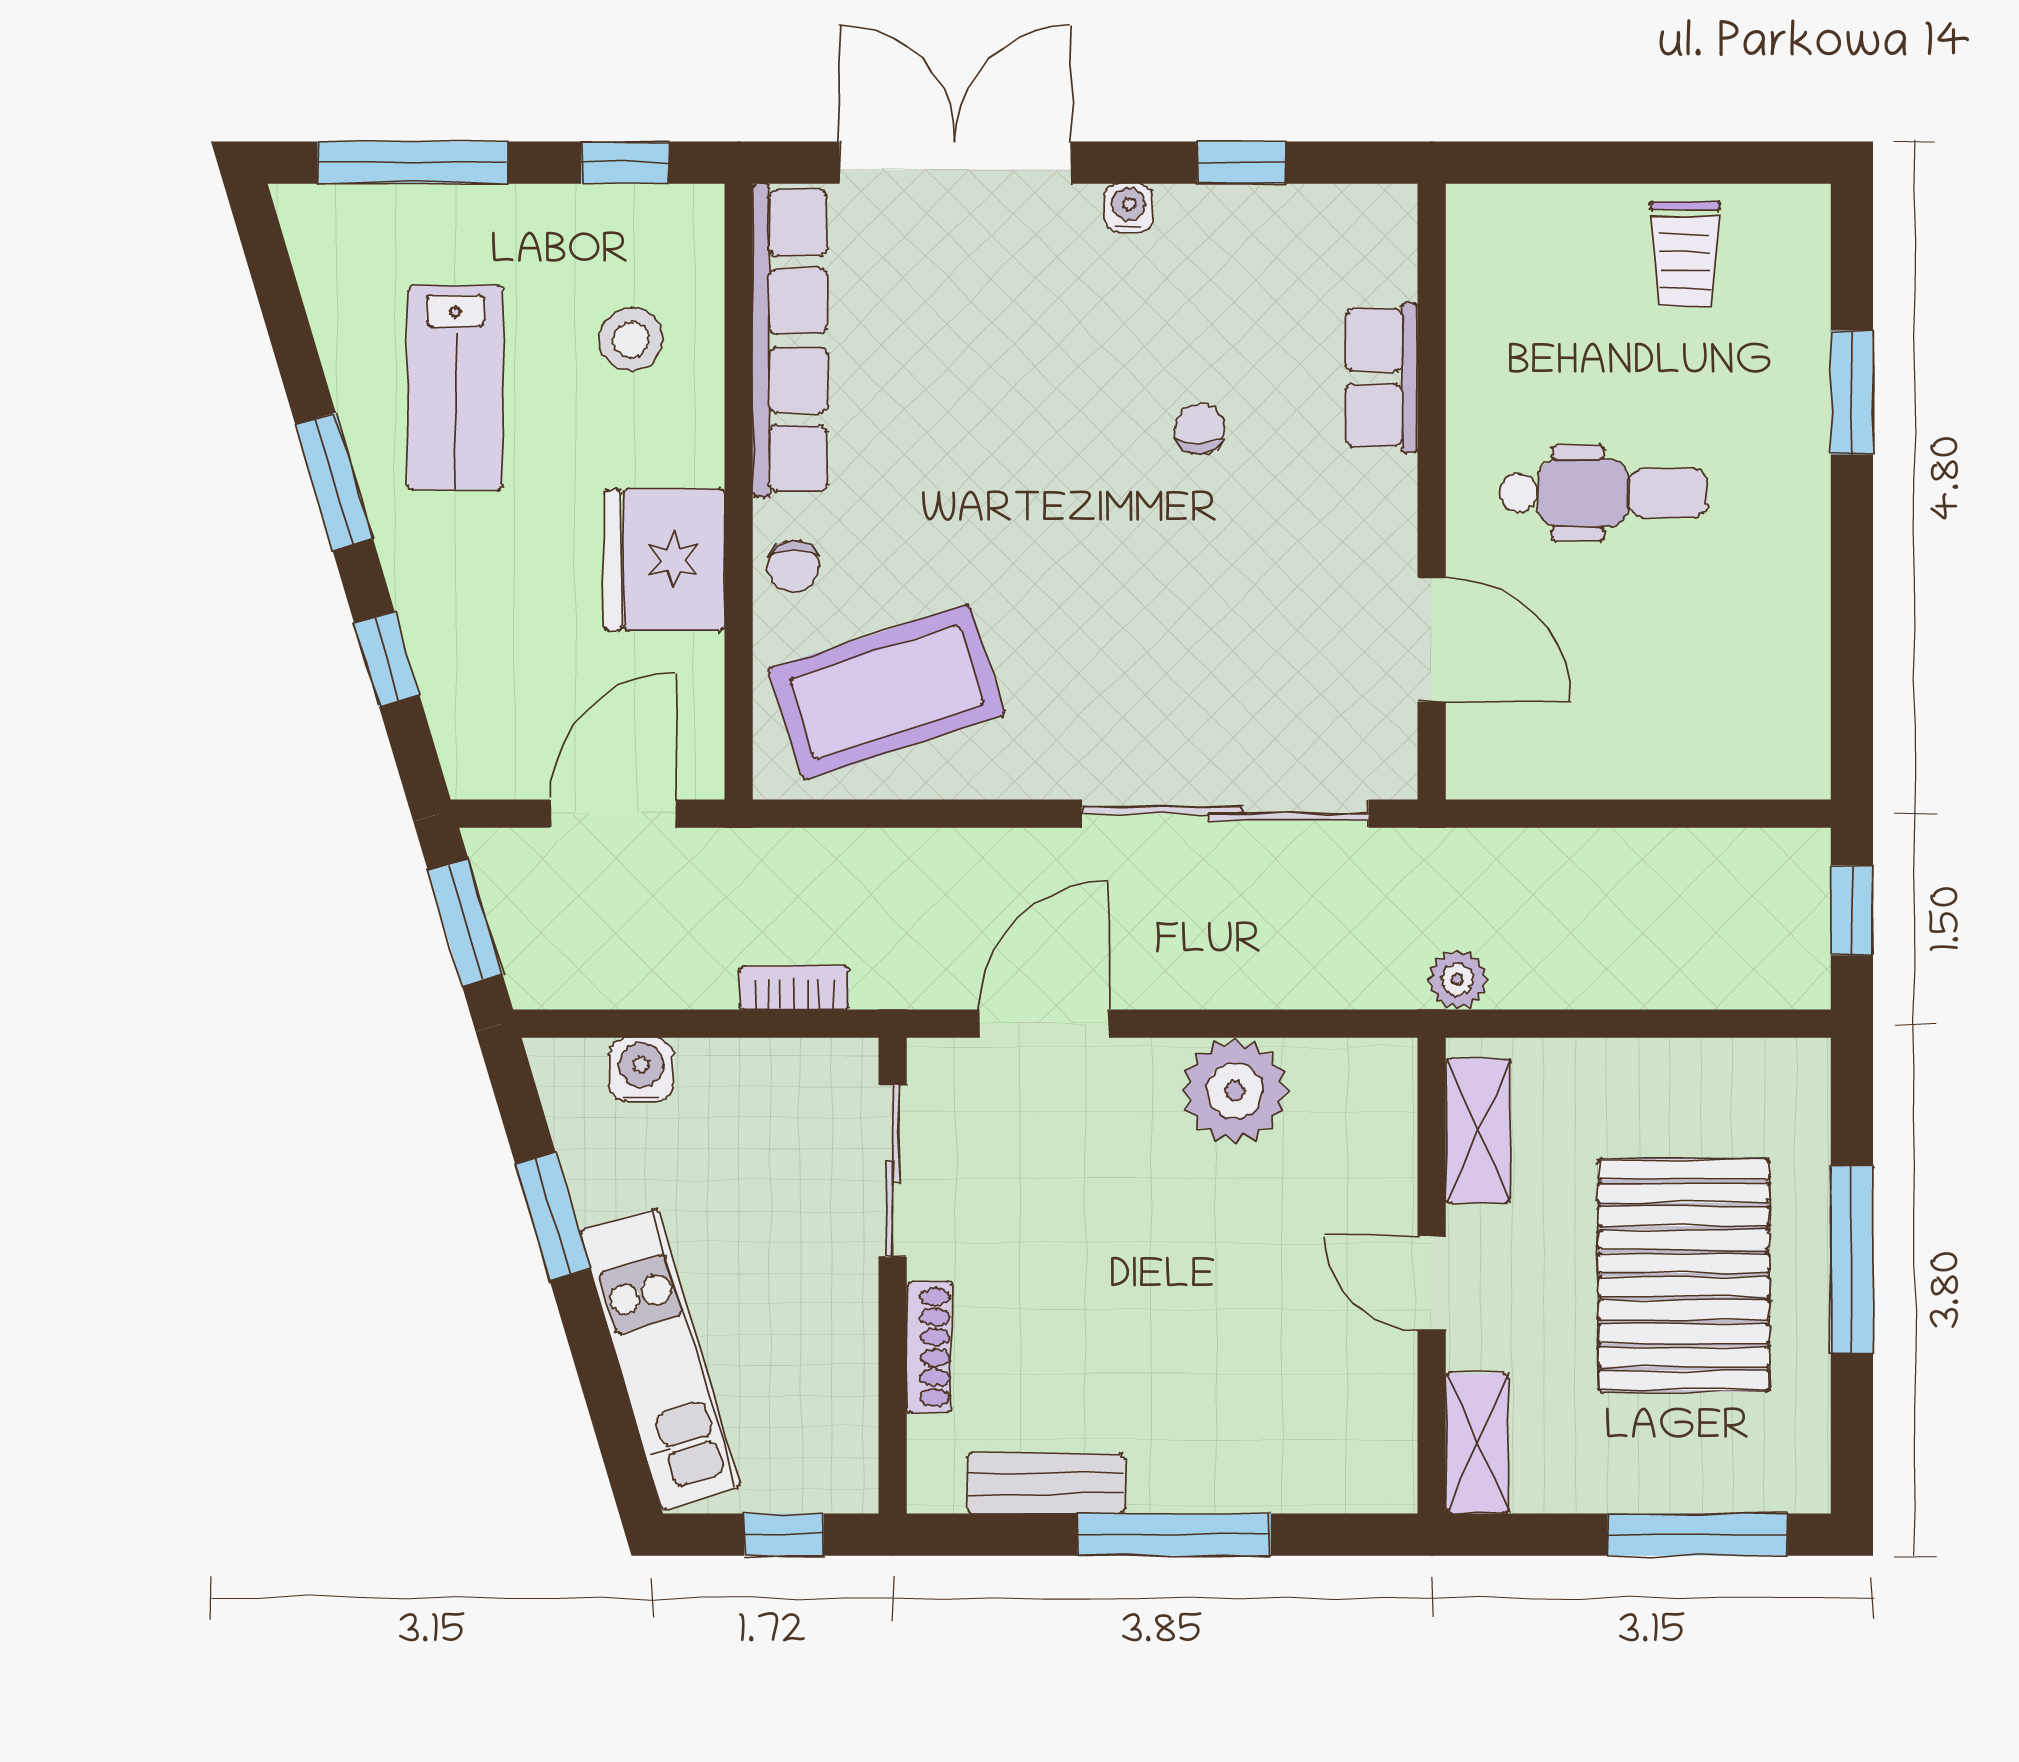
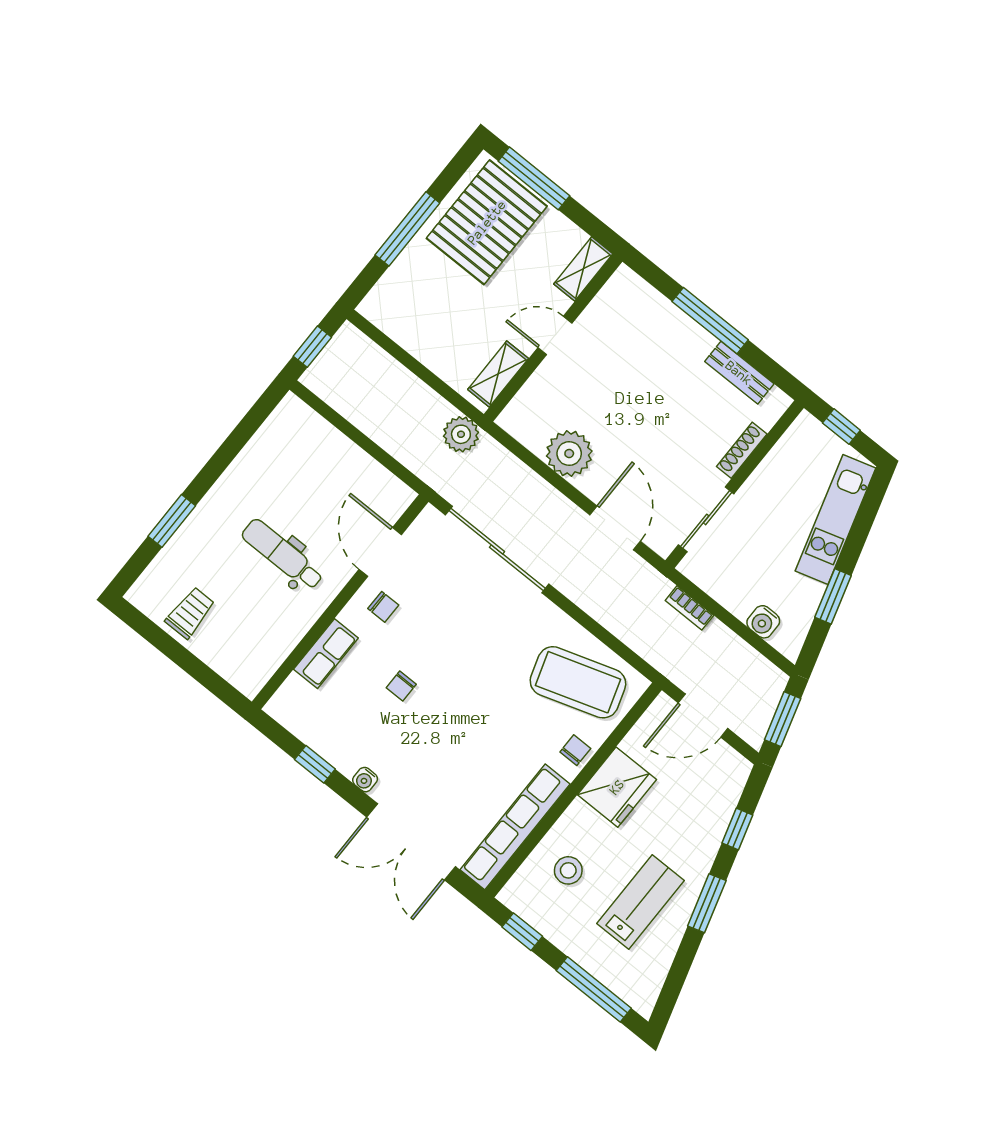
chair: (1347, 545) -> (383, 607), added
plant: (1457, 980) -> (461, 434), width x1.38, depth x1.38
door: (1044, 1024) -> (615, 528), swing flipped
pallet: (1684, 1275) -> (487, 222), moved
door: (1432, 1283) -> (555, 335), swing flipped

